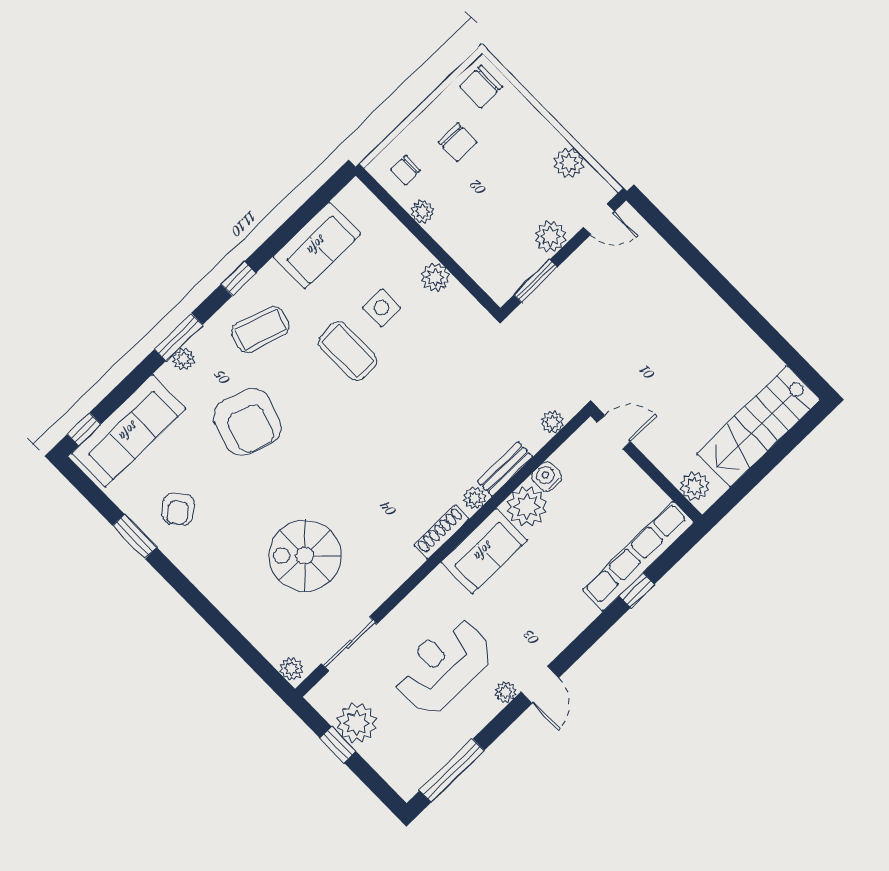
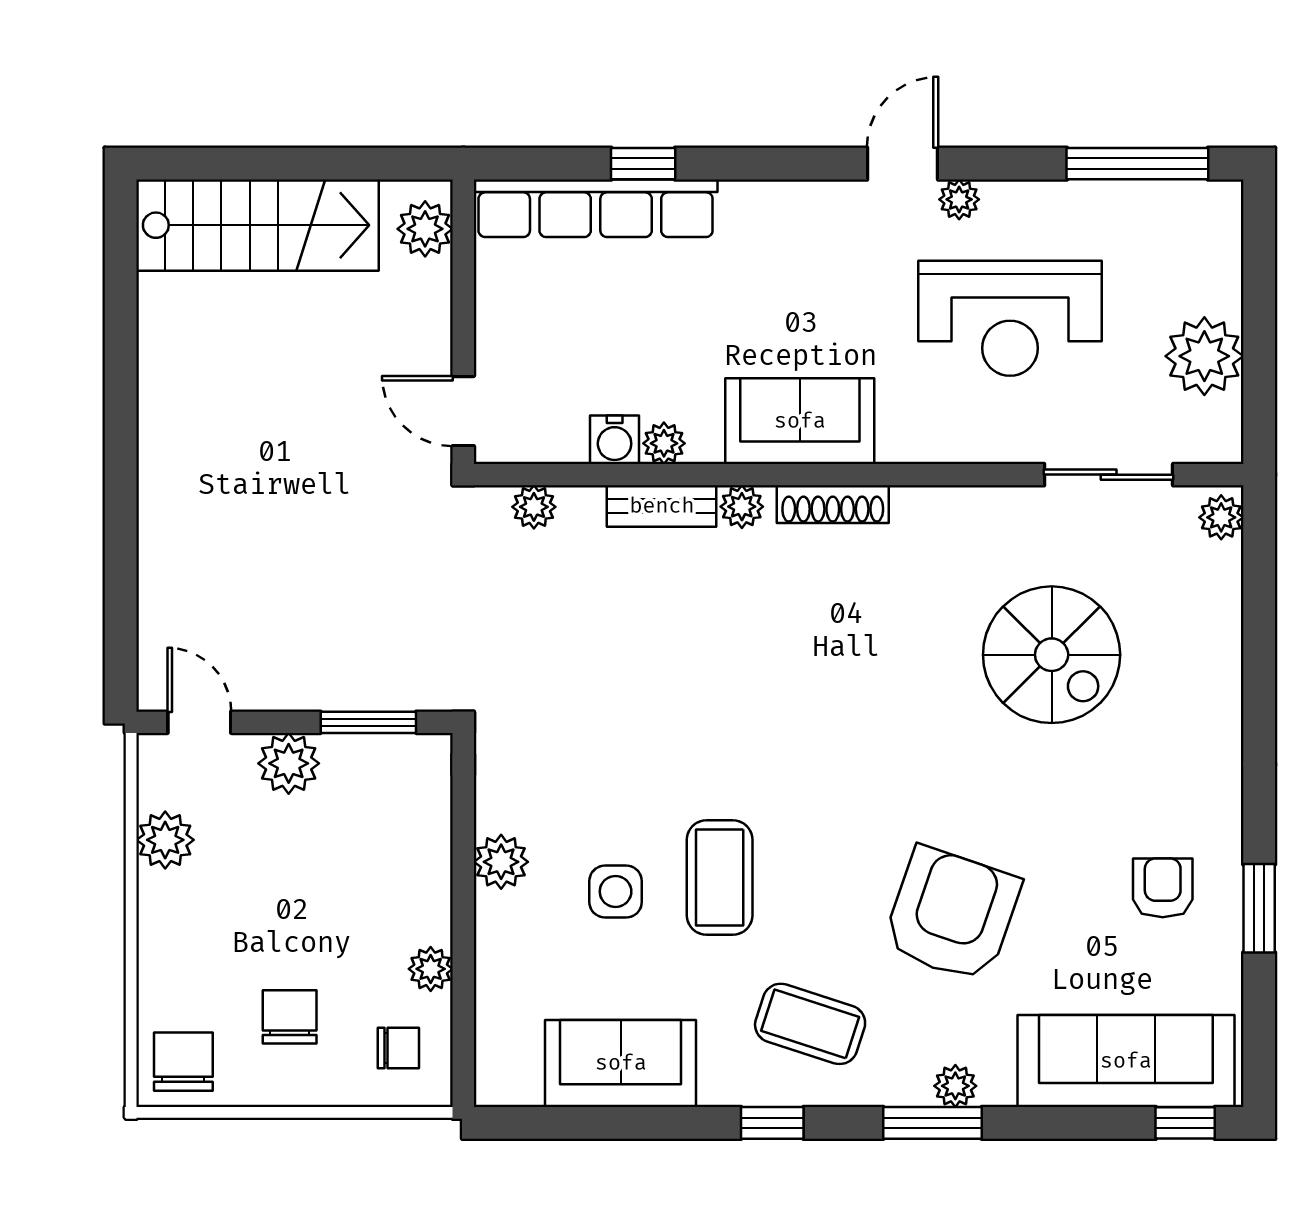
chair: (481, 87) -> (183, 1062), turned -90
plant: (527, 507) -> (664, 443), width x0.53, depth x0.53
armchair: (178, 509) -> (1163, 888), turned -51
window: (338, 745) -> (1259, 352), removed

